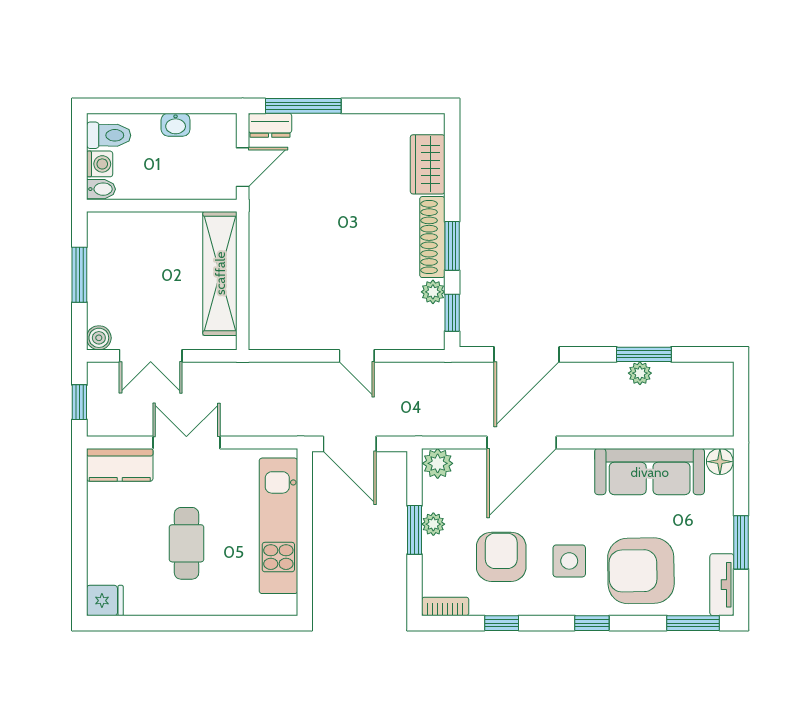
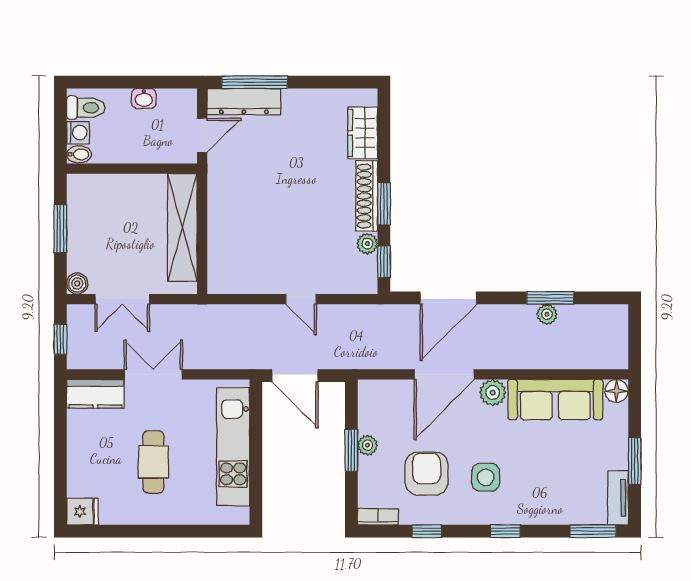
dresser: (270, 125) -> (244, 102), width x1.96, depth x1.24
plant: (438, 463) -> (493, 393), moved
armchair: (641, 571) -> (548, 486), removed

